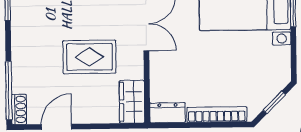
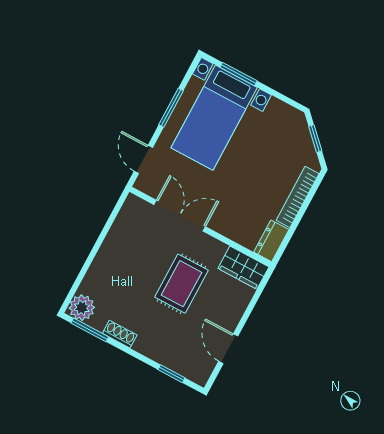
window: (9, 90) -> (172, 374), width x0.46
shoe rack: (19, 109) -> (120, 334), moved

